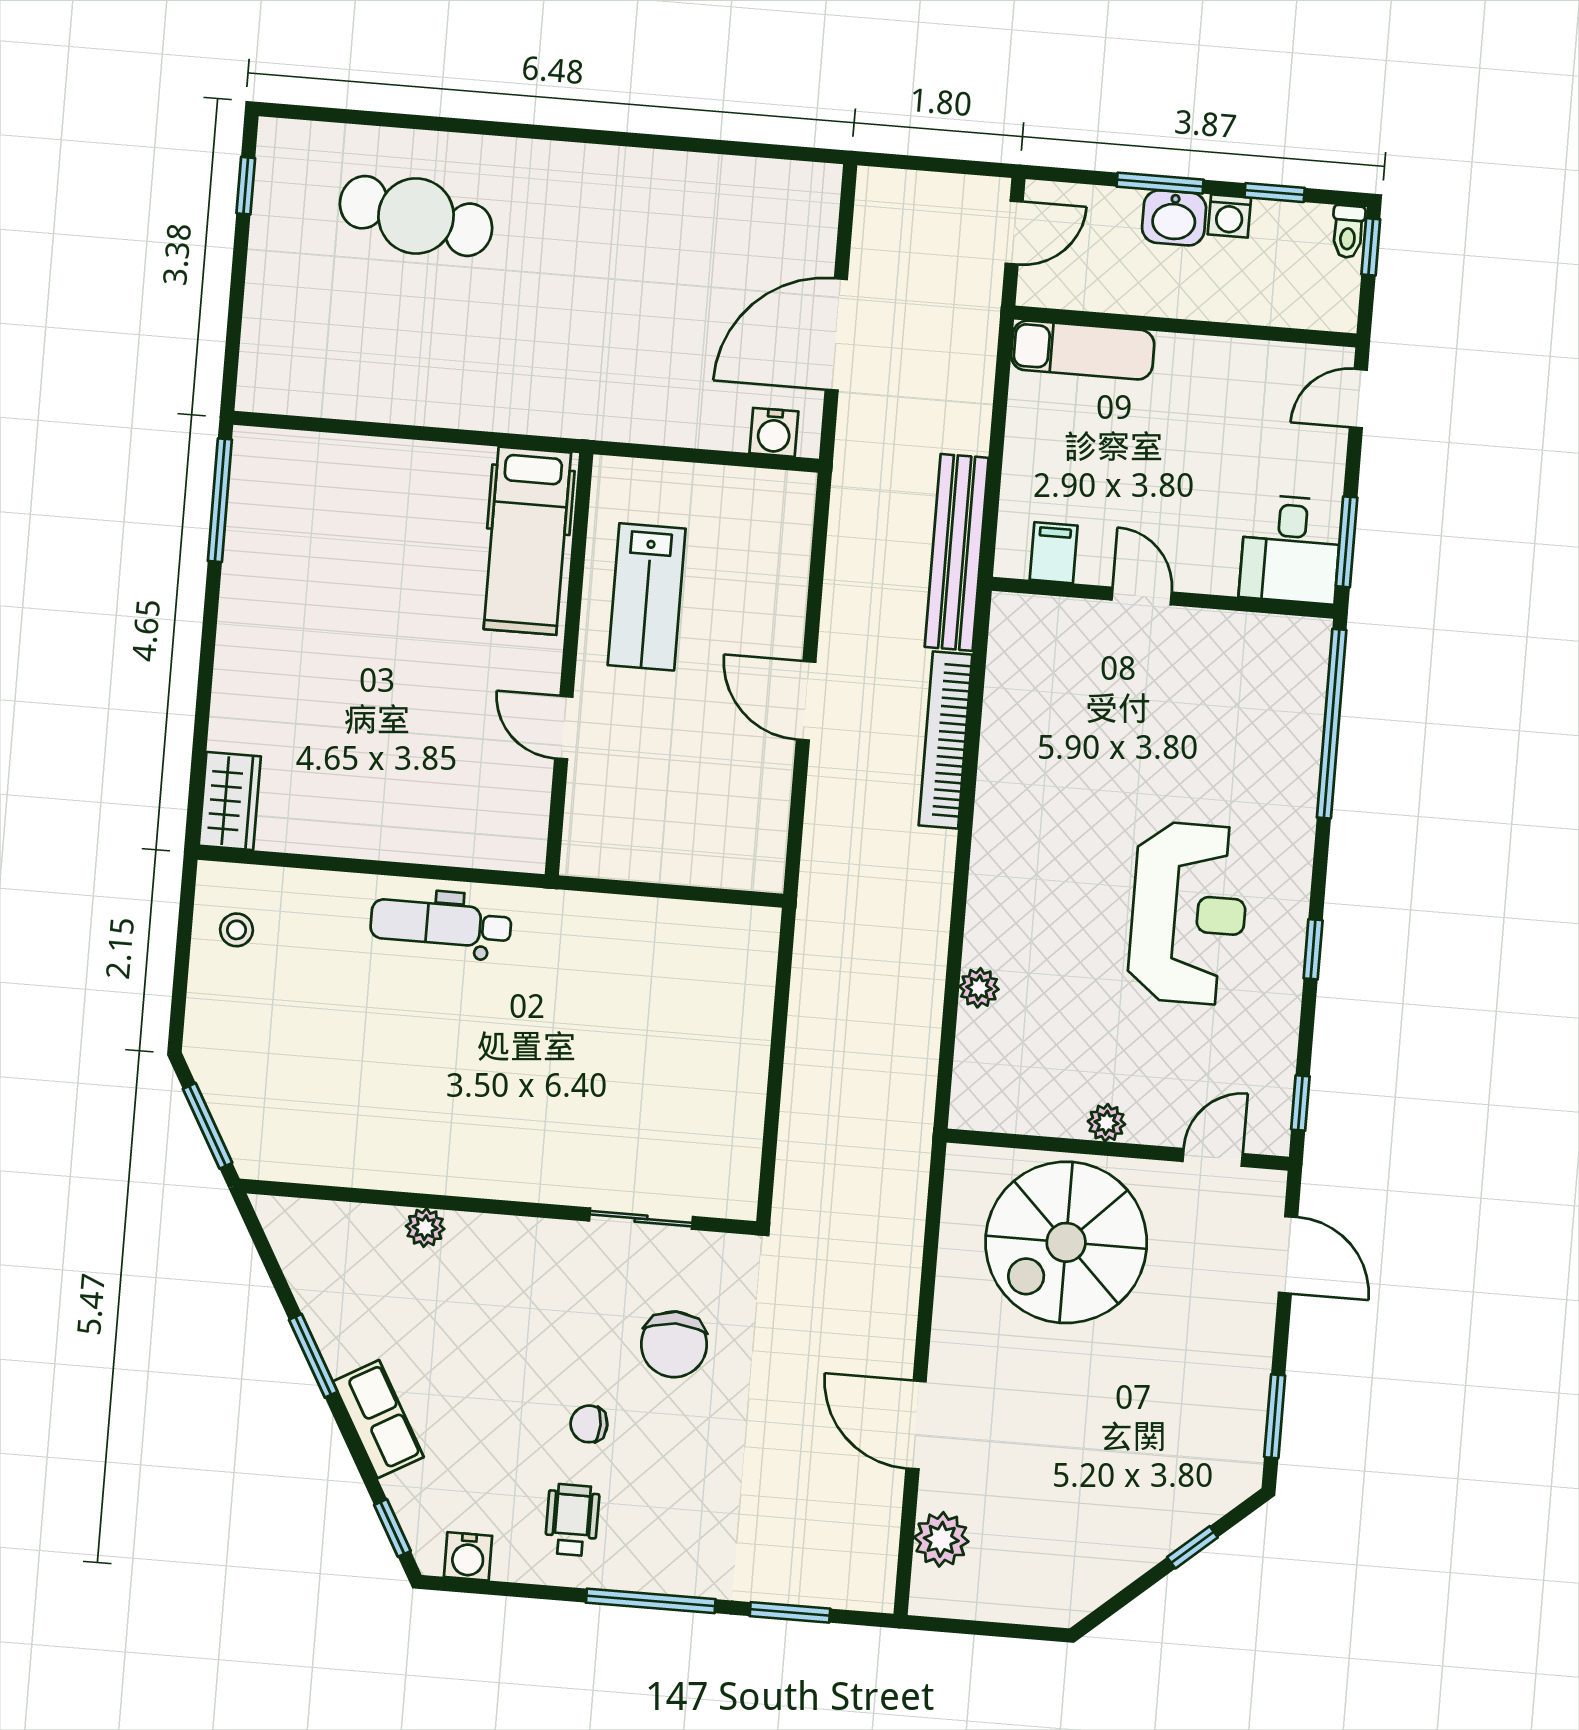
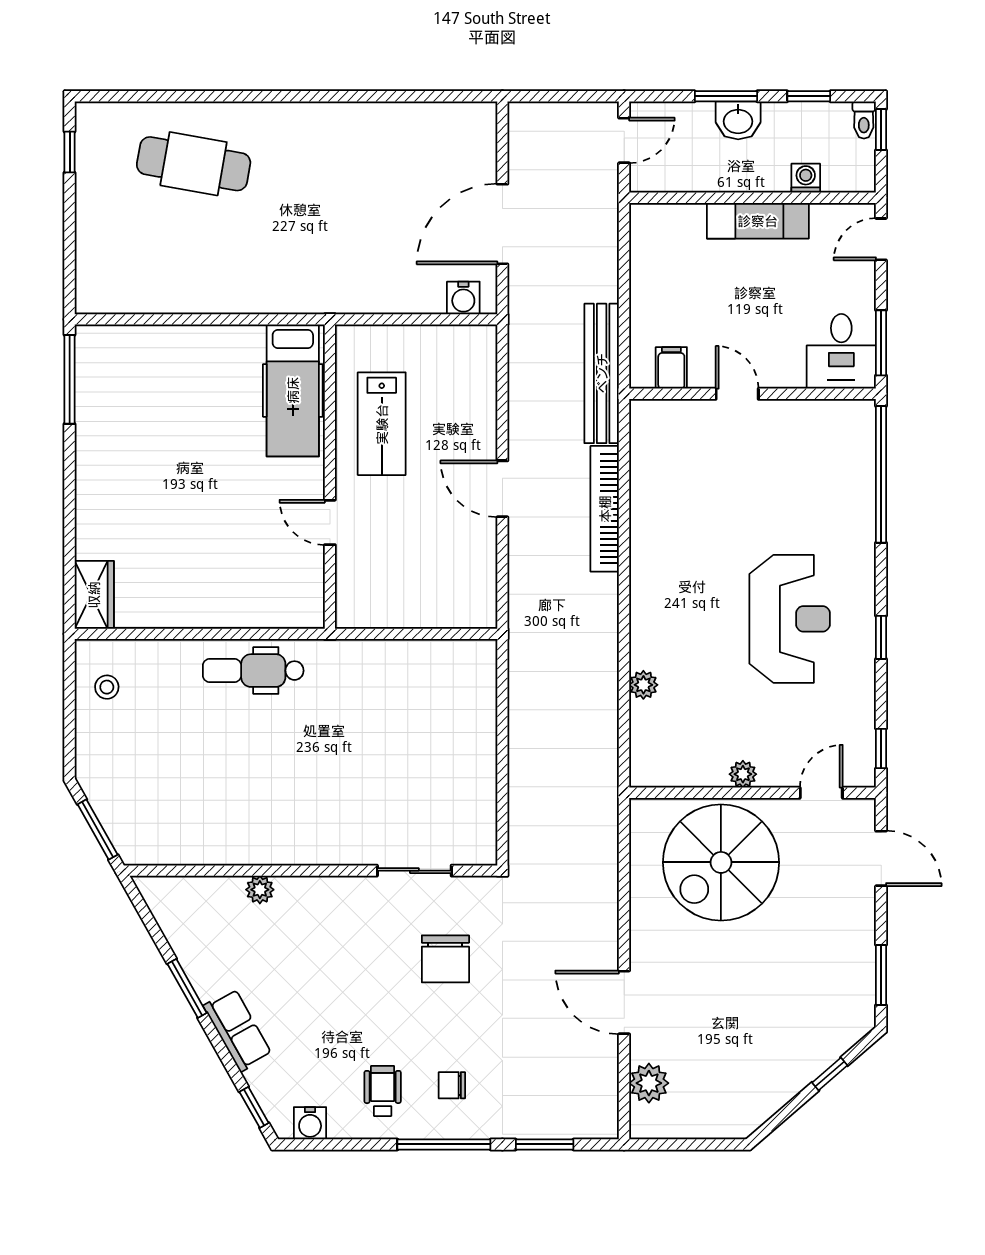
washing machine: (1229, 216) -> (806, 178), moved, turned 180
exam couch: (1083, 350) -> (758, 221), moved
chair: (589, 1424) -> (452, 1085), moved

